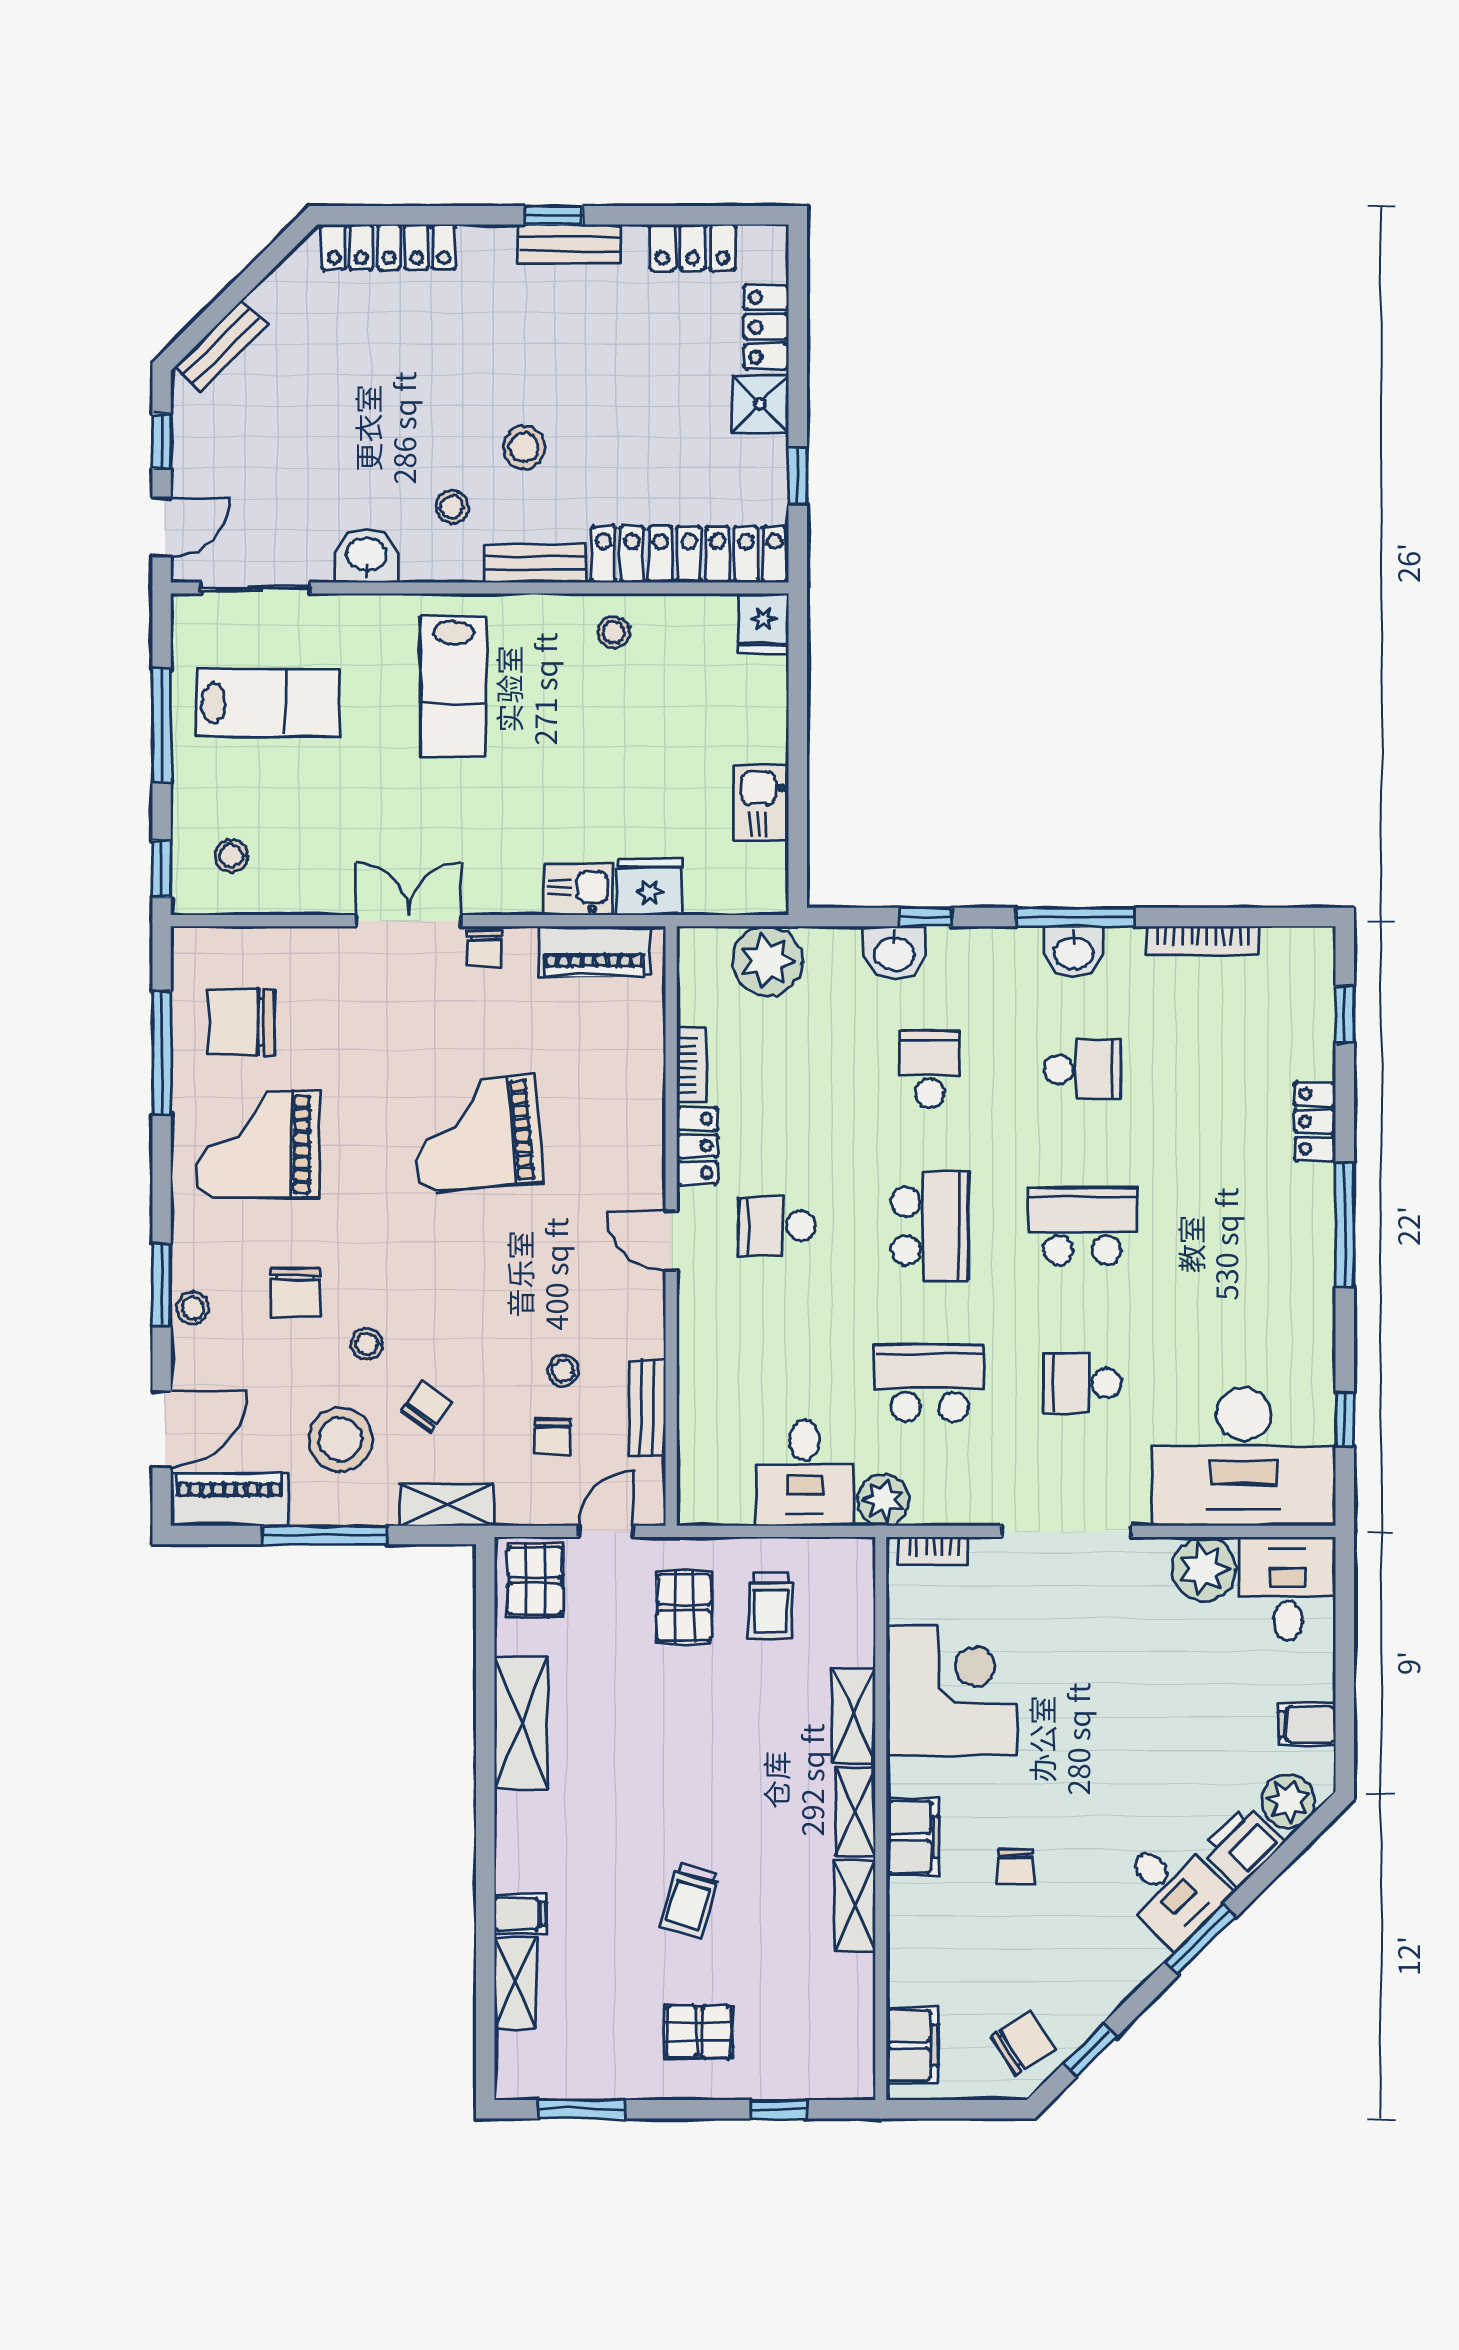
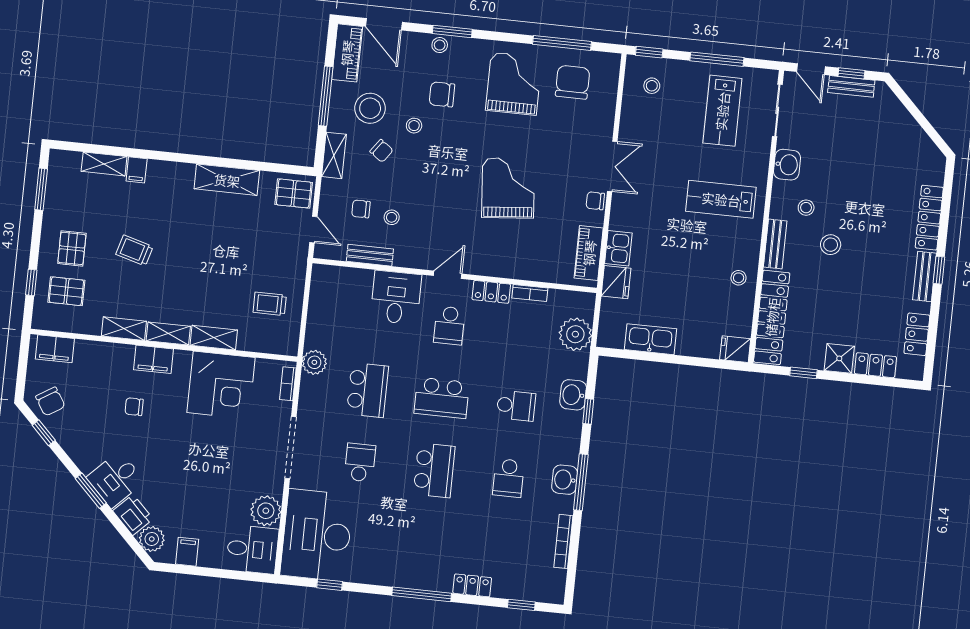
locker: (389, 247) -> (929, 218), moved
bench: (221, 346) -> (851, 86), moved, turned -45
kitchen sink: (761, 803) -> (650, 339), width x1.38
school desk: (777, 1226) -> (449, 325), turned 180
desk: (805, 1473) -> (396, 297), moved, turned 90
pallet: (684, 1608) -> (66, 291), moved

